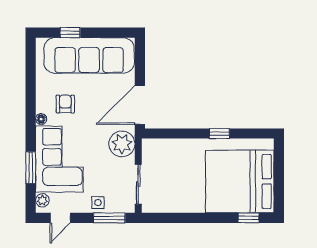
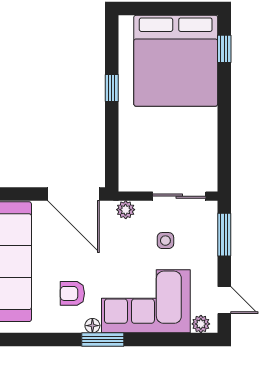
plant: (122, 144) -> (126, 210), width x0.53, depth x0.53
window: (31, 168) -> (103, 340), moved
side table: (98, 203) -> (165, 241), moved

